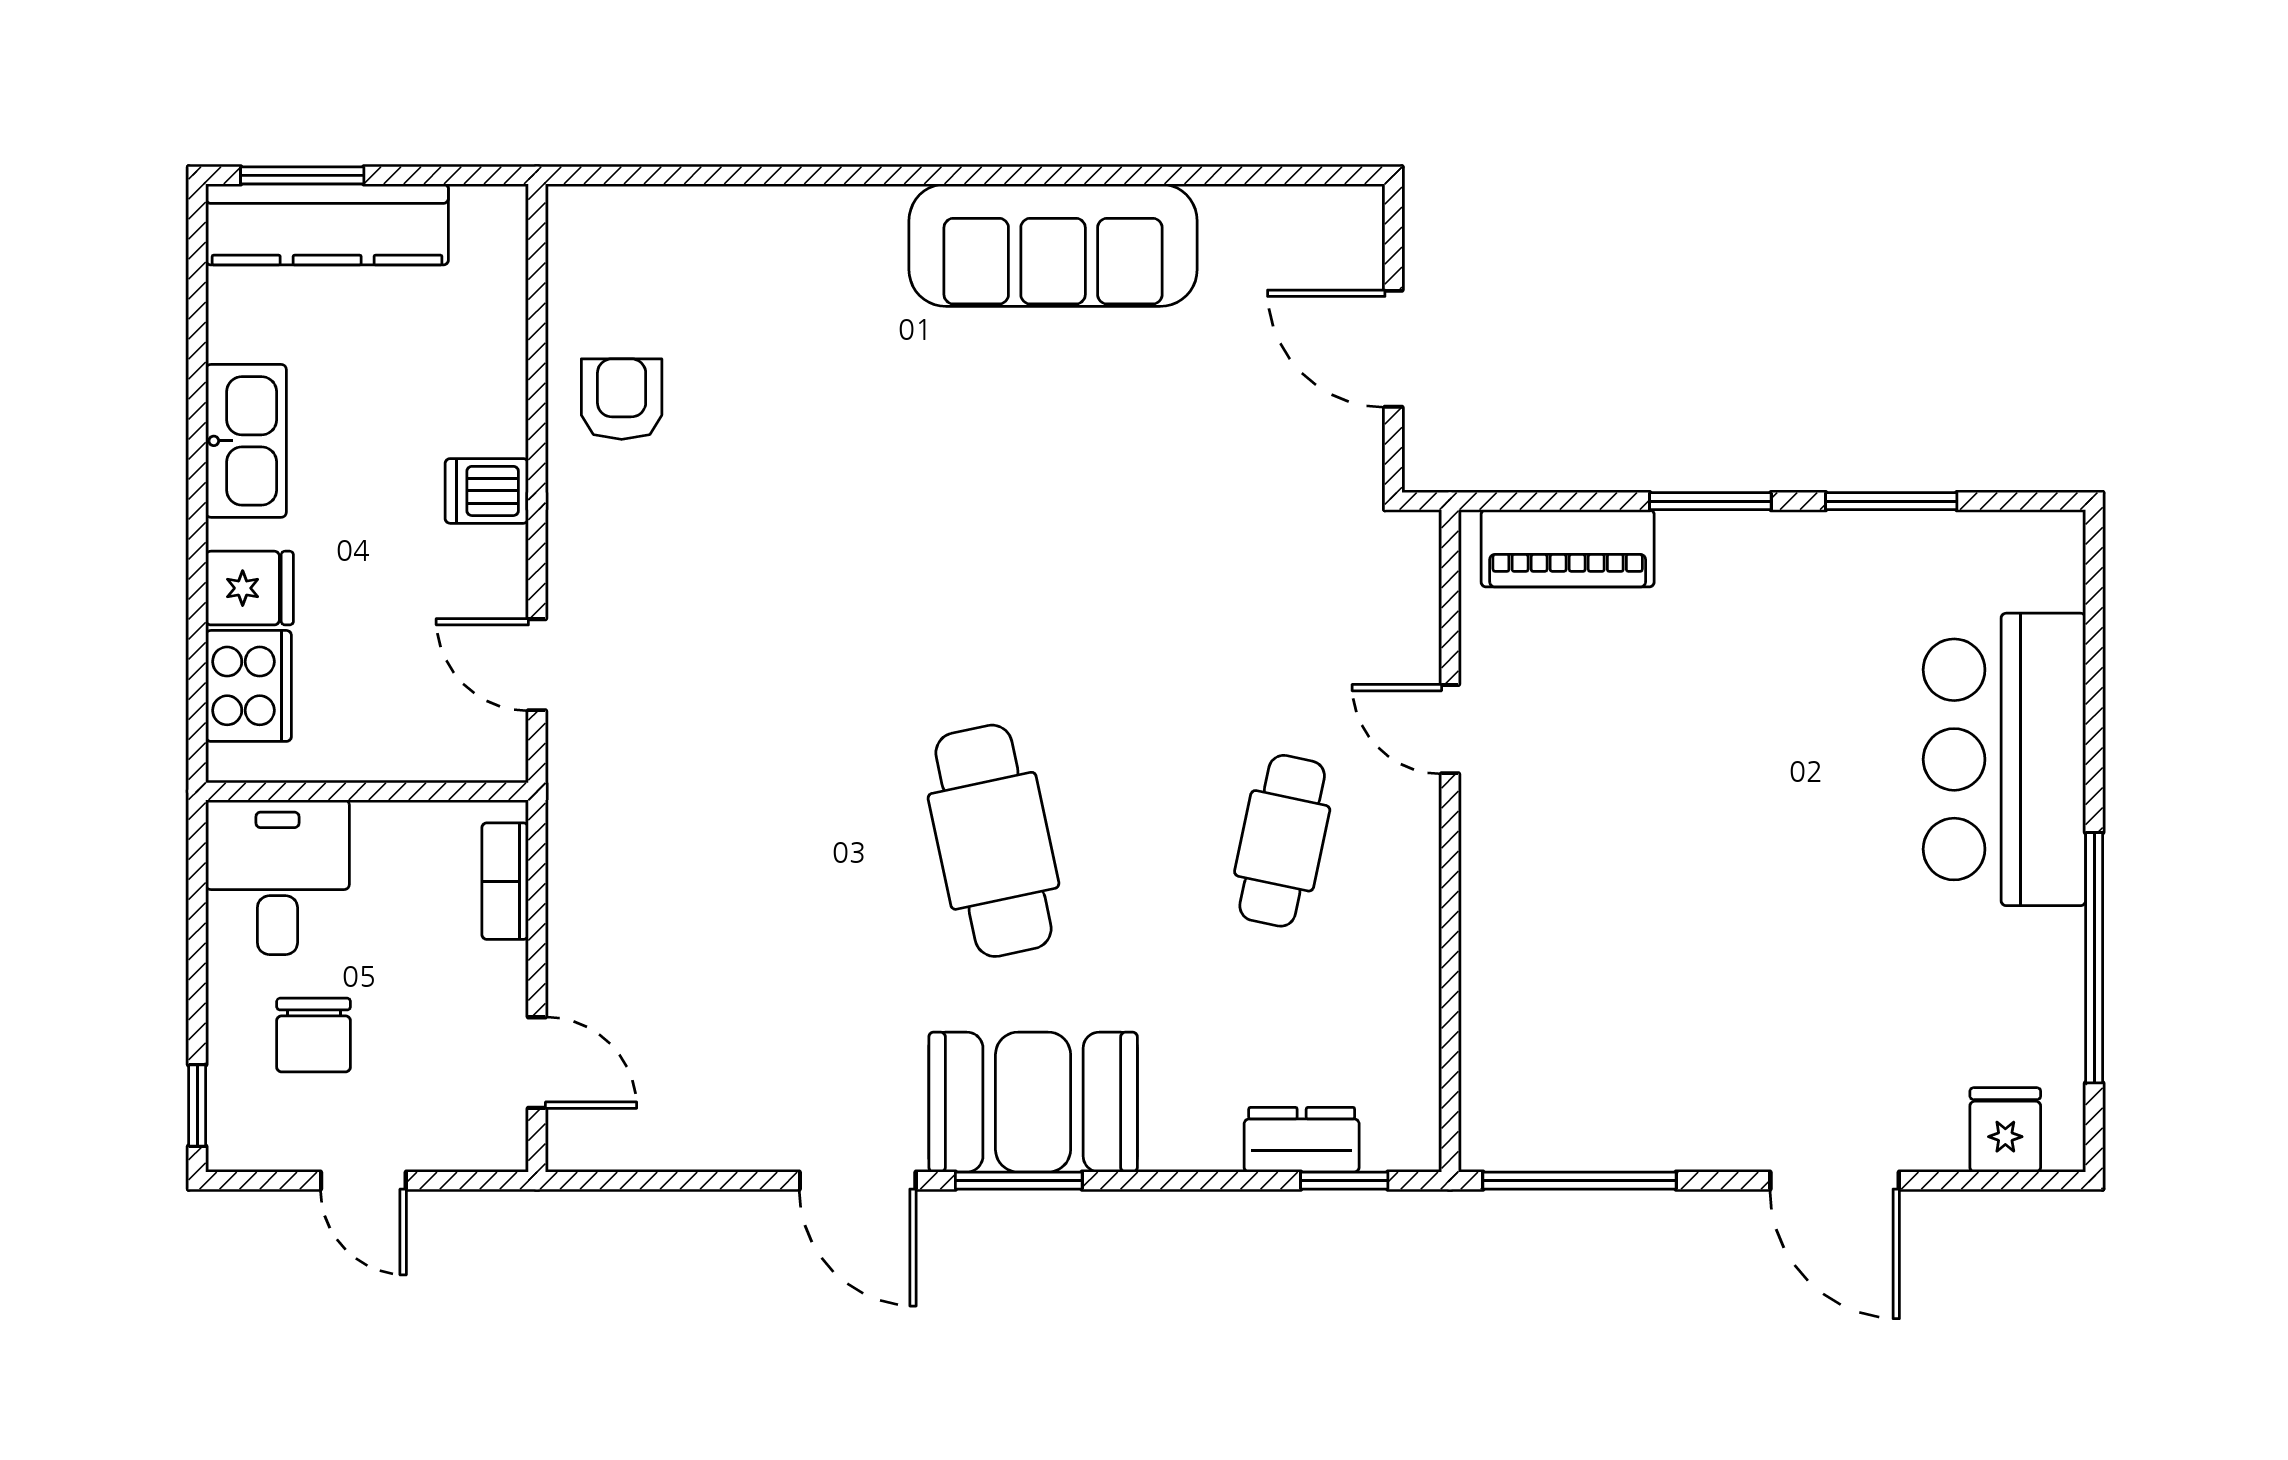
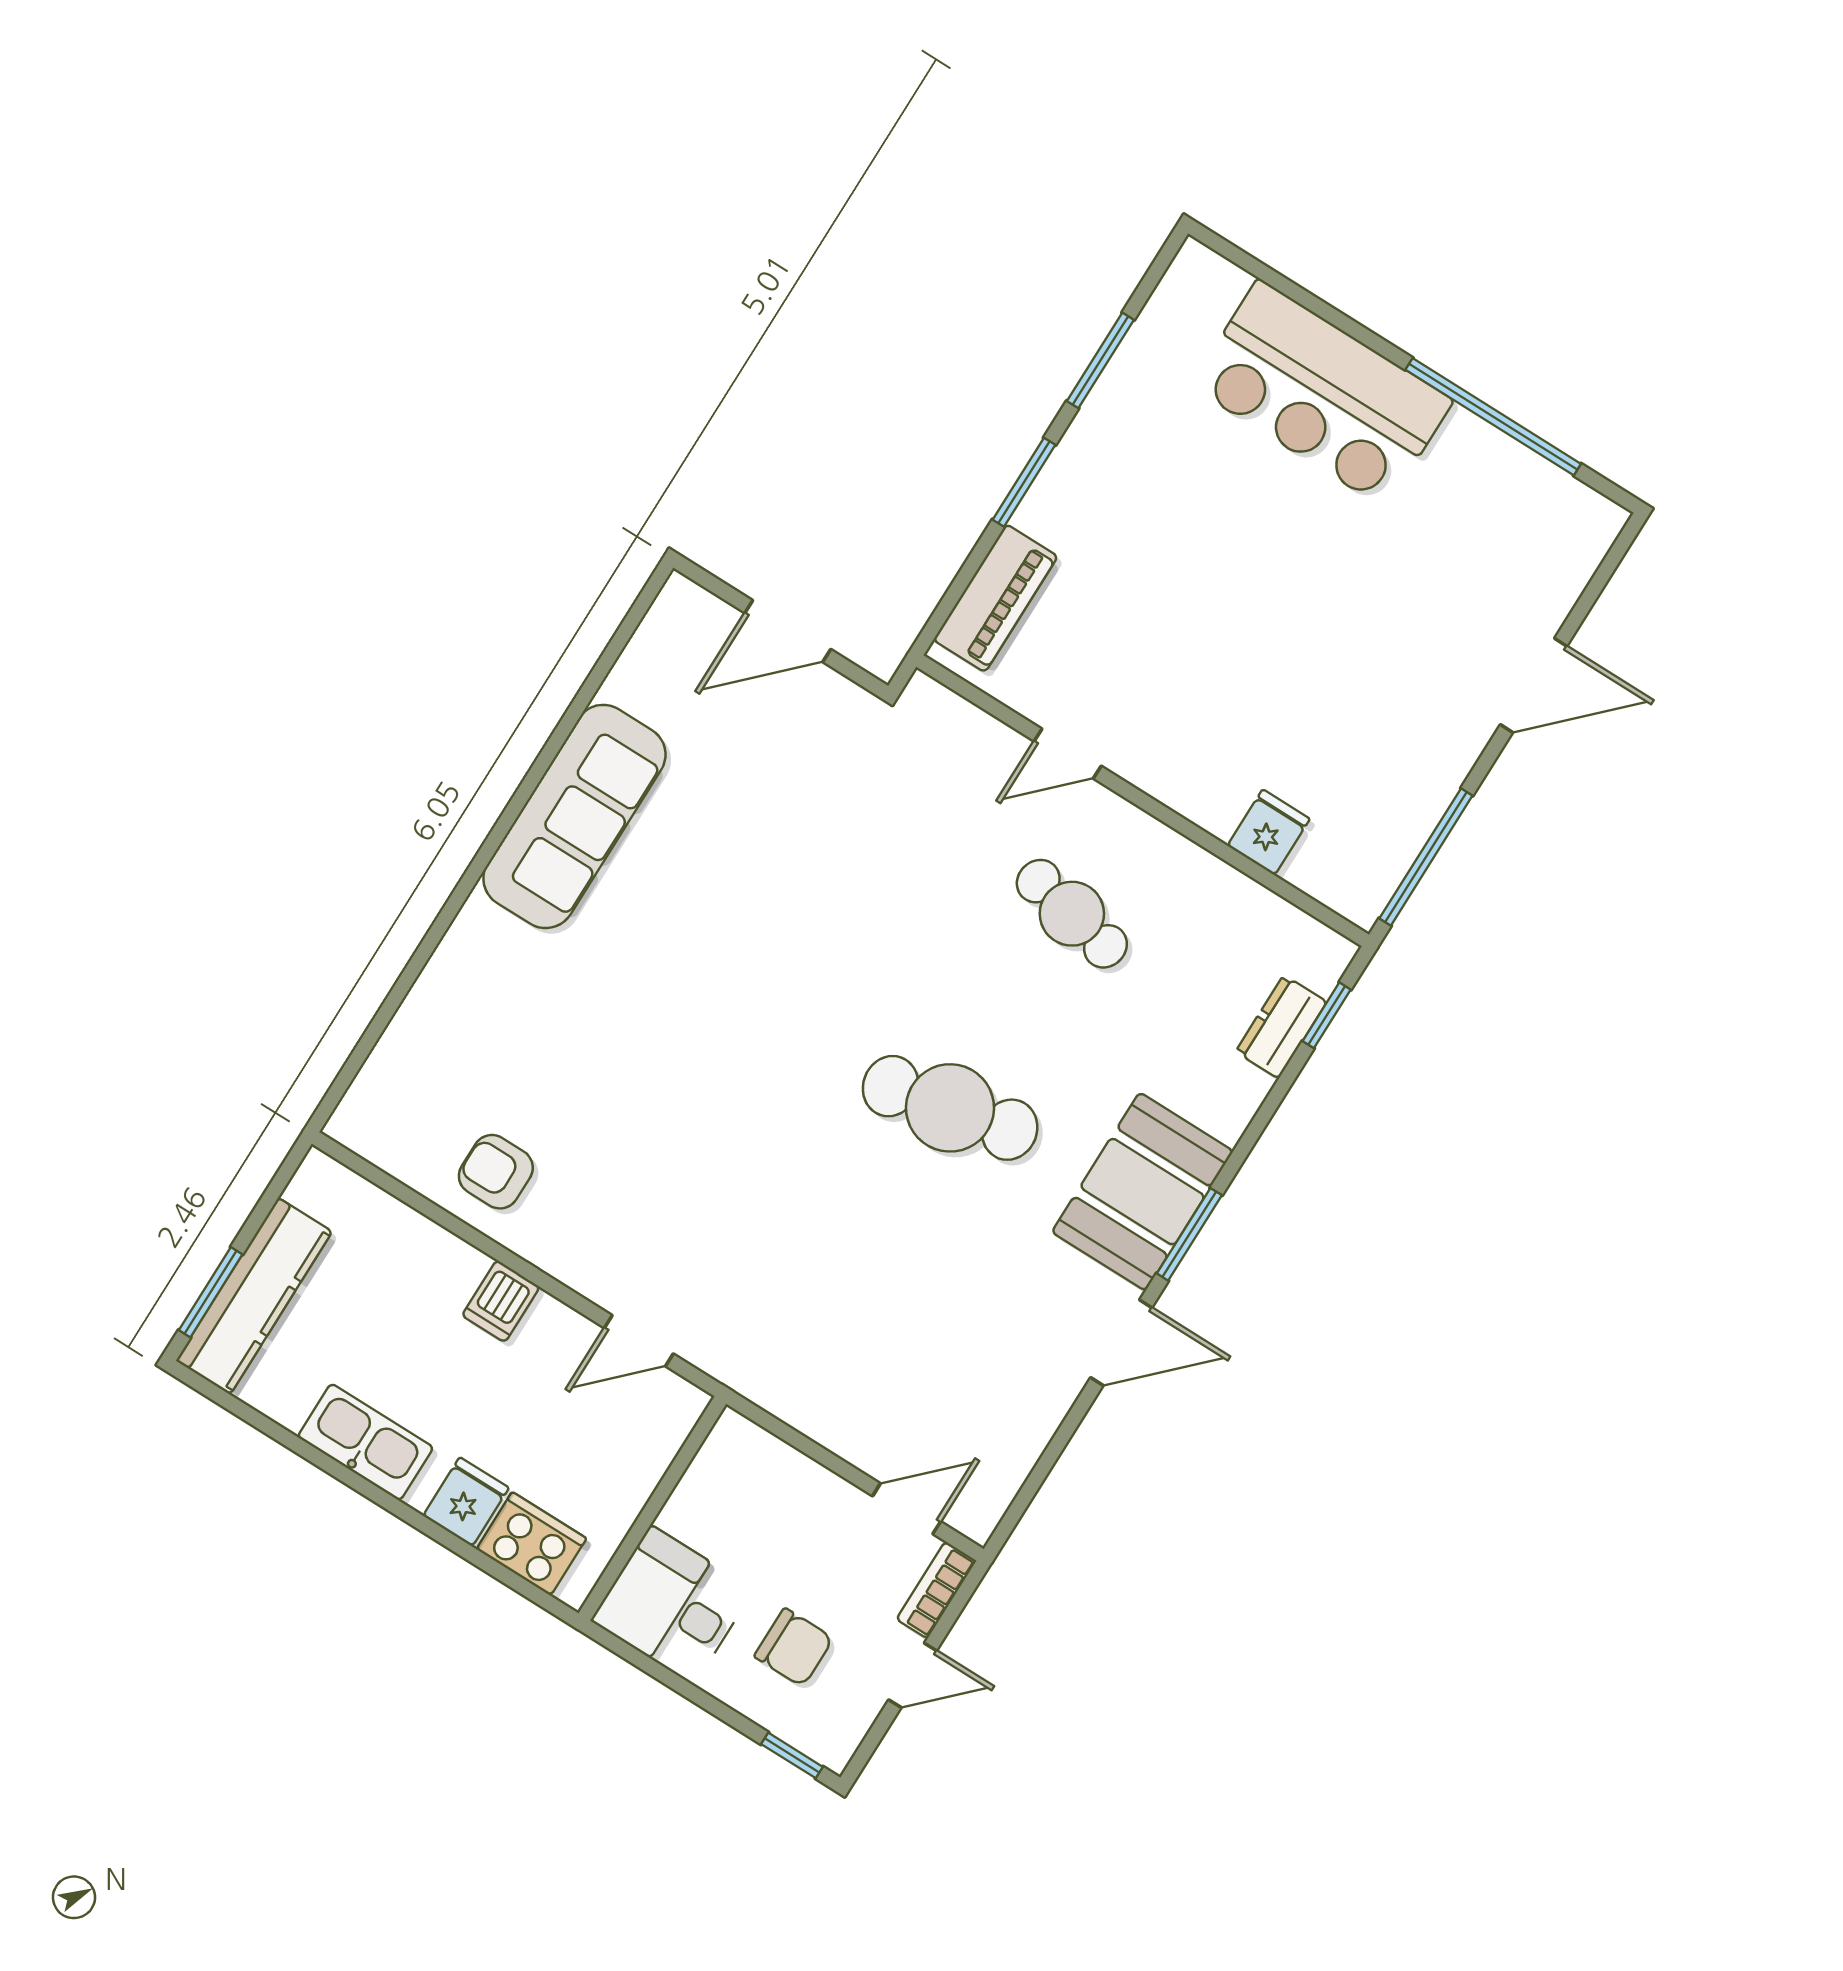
bookcase: (505, 881) -> (936, 1590), moved, turned 90
fridge: (2005, 1130) -> (1269, 832), moved, turned 90

